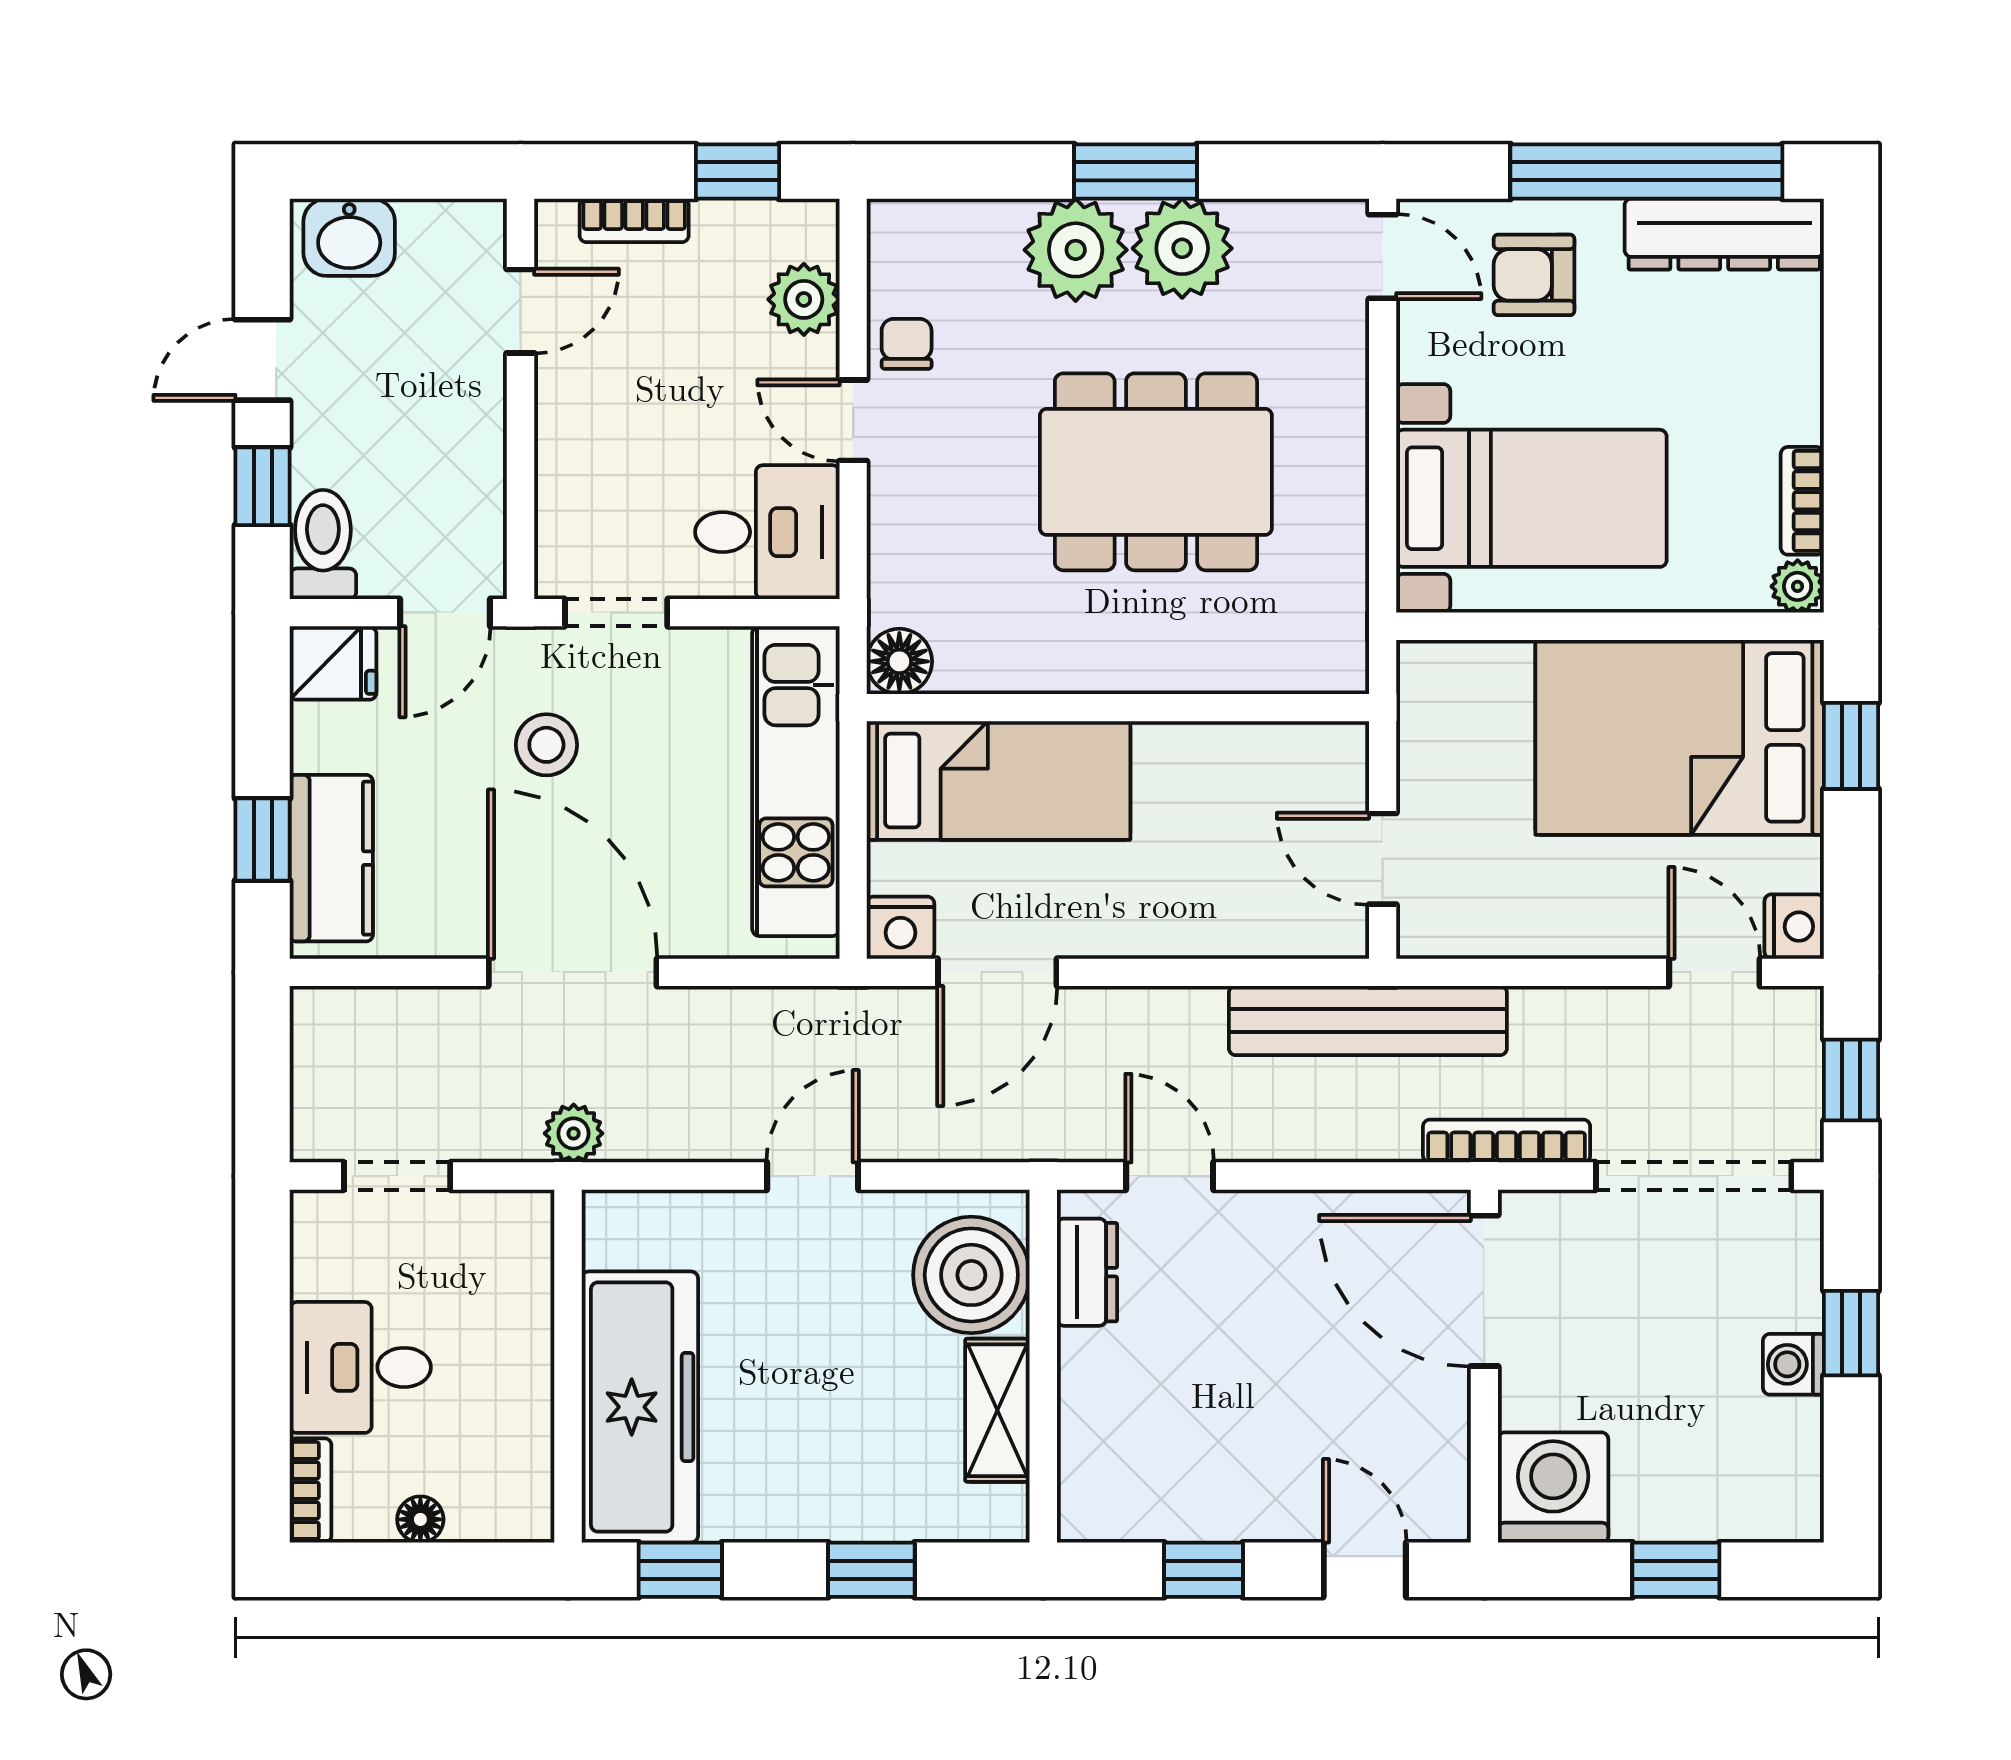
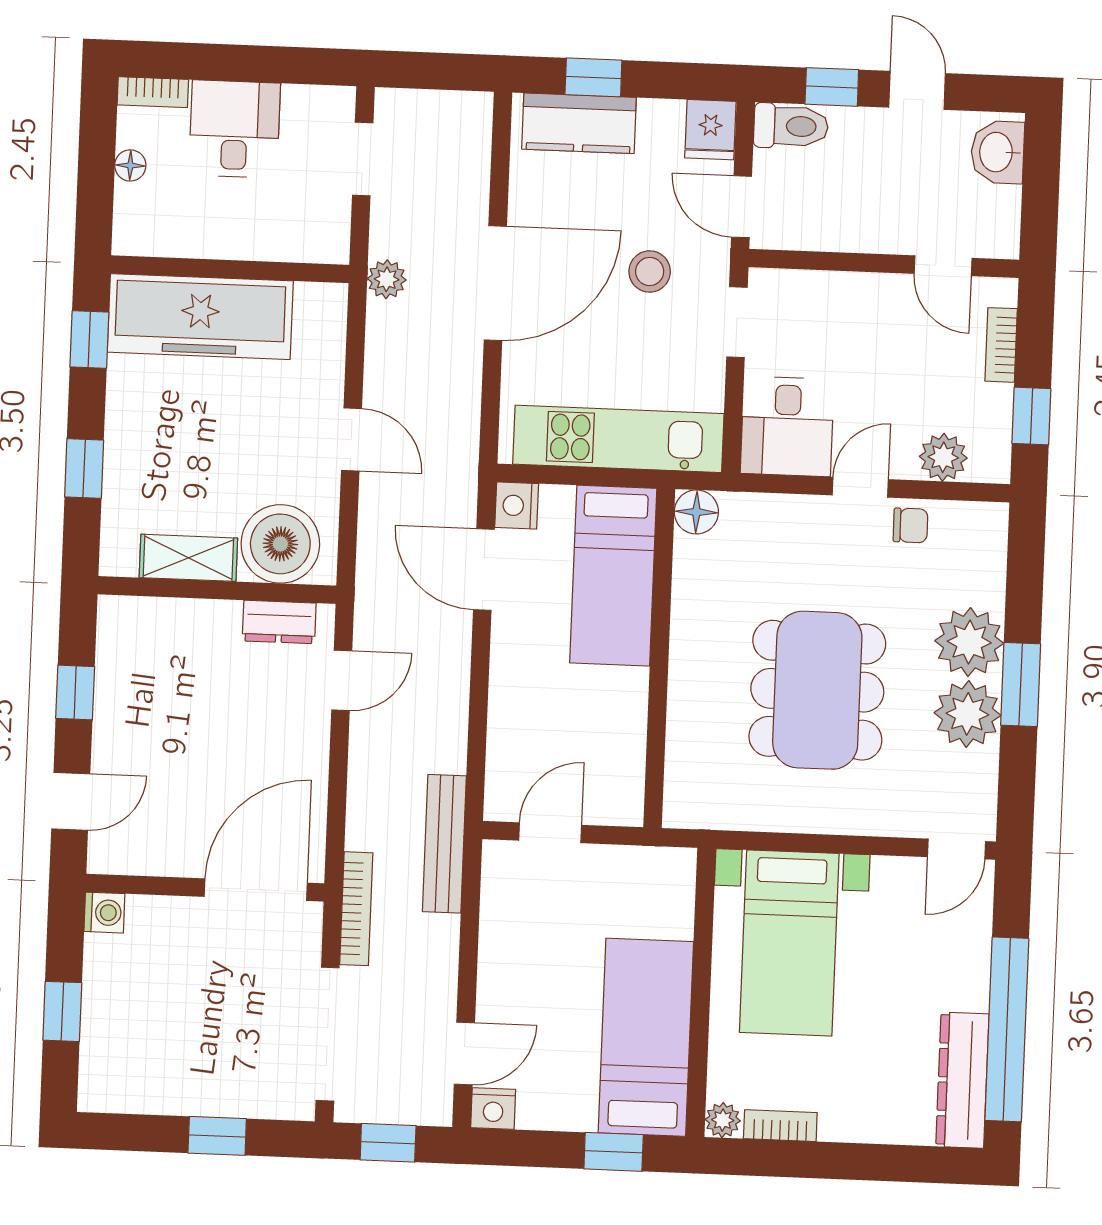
armchair: (1534, 275) -> (940, 951), removed
bed: (1680, 737) -> (646, 1037), width x0.67
bench: (1368, 1021) -> (444, 844), width x0.73, depth x0.82
washing machine: (1793, 1364) -> (198, 1096), removed
washing machine: (1553, 1487) -> (104, 913), width x0.53, depth x0.53

